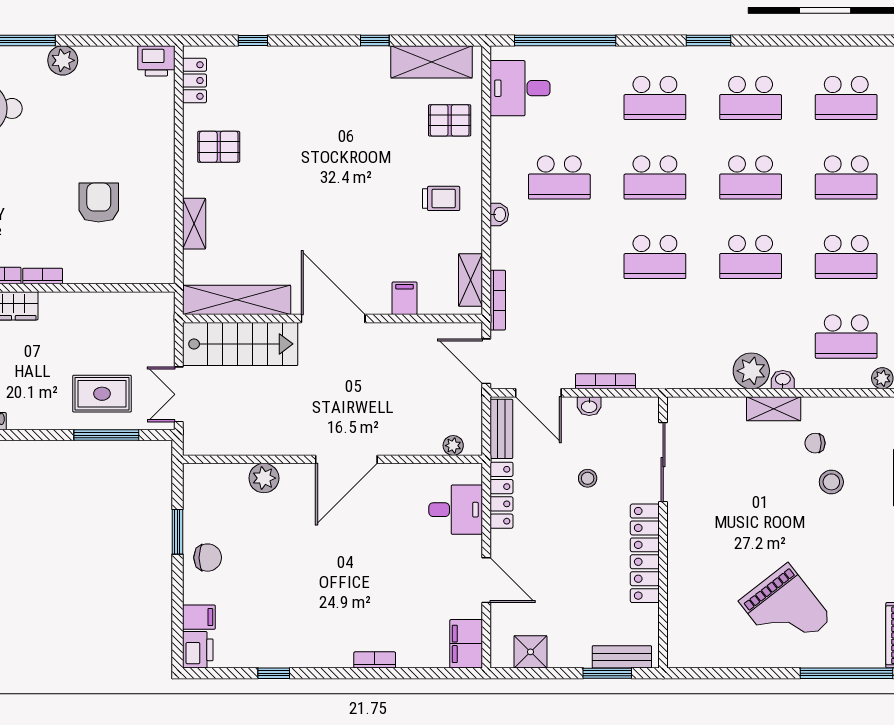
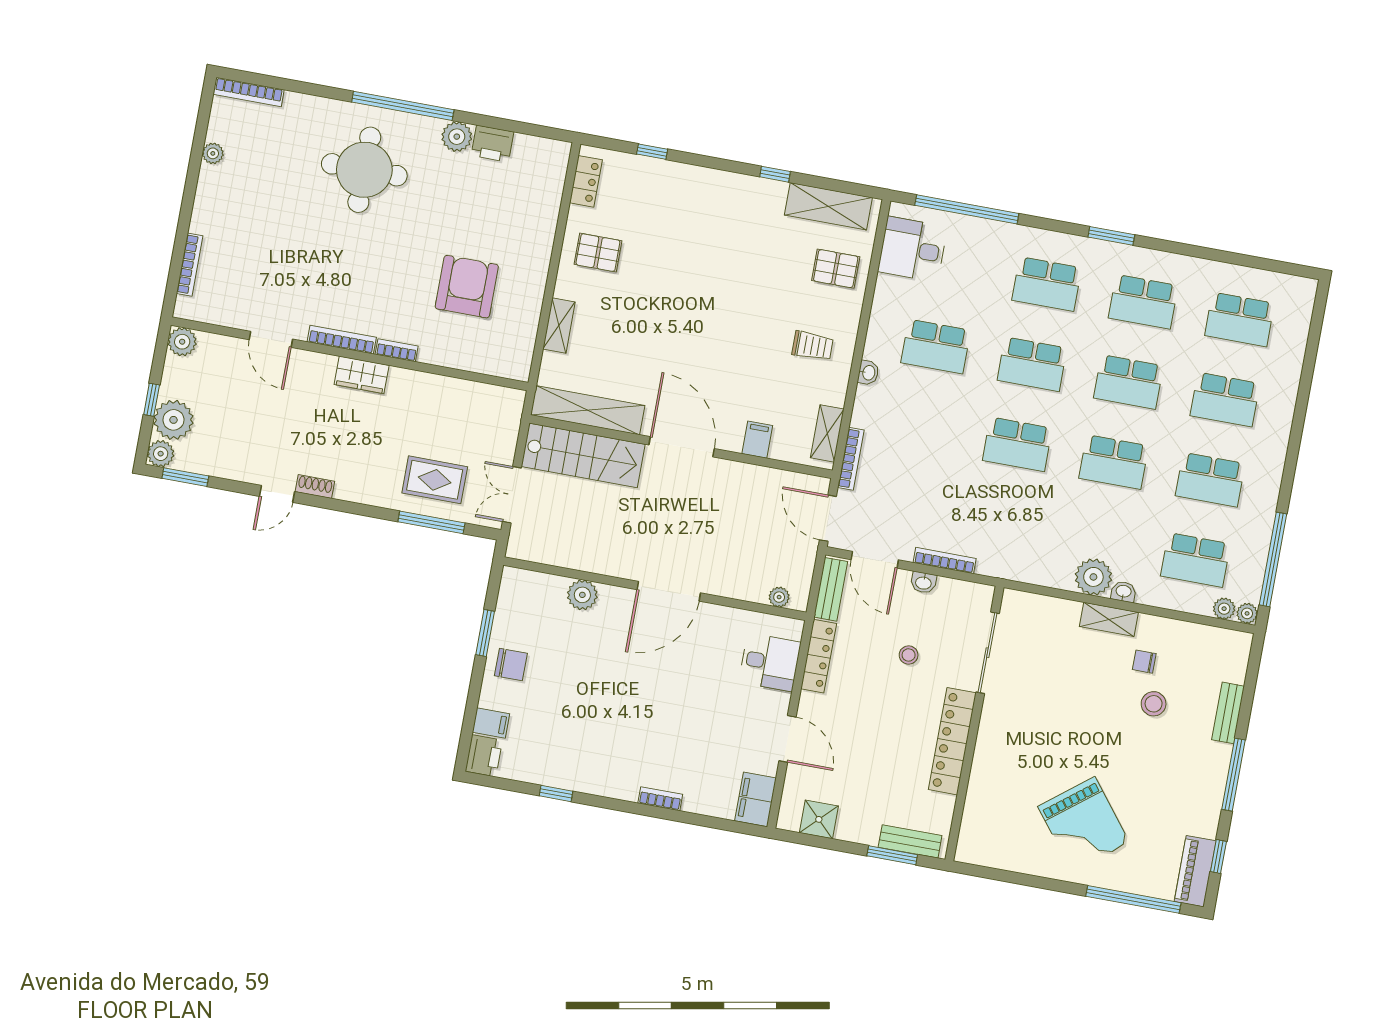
printer: (156, 61) -> (492, 144), moved
armchair: (99, 203) -> (467, 287), width x1.36, depth x1.36

